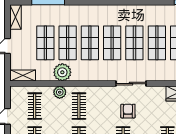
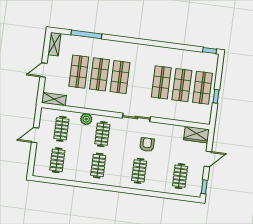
shop shelf: (112, 43) -> (141, 80), removed
plant: (62, 72) -> (91, 101), removed
sliding door: (131, 84) -> (136, 117), moved

